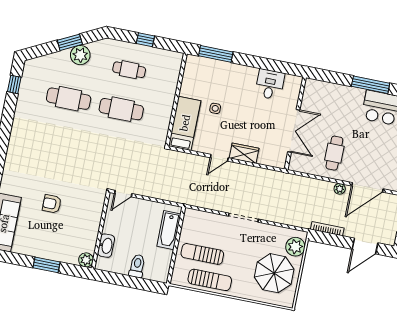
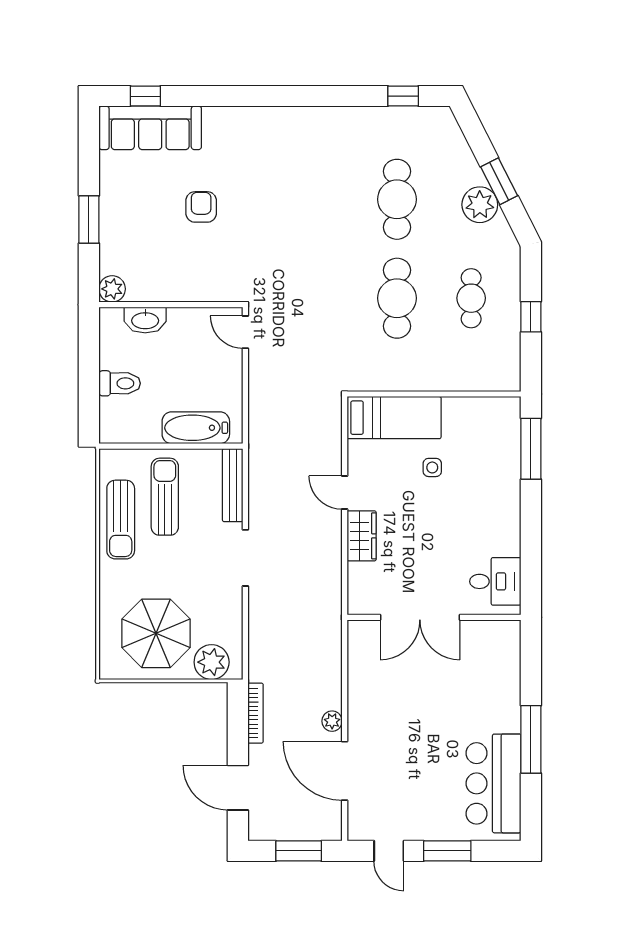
desk: (270, 84) -> (495, 581), moved
cafe table: (334, 153) -> (395, 699), removed
bench: (203, 217) -> (233, 485), added

